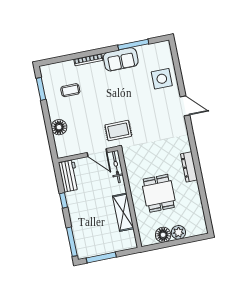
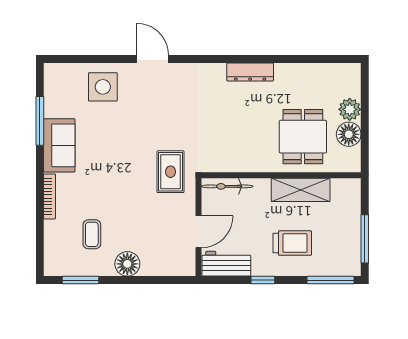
door: (185, 106) -> (153, 59), hinge flipped
floor lamp: (59, 127) -> (127, 264), moved
door: (97, 153) -> (198, 232), moved
dining table: (159, 193) -> (303, 137), moved, turned 90
trolley: (90, 214) -> (292, 243), added

